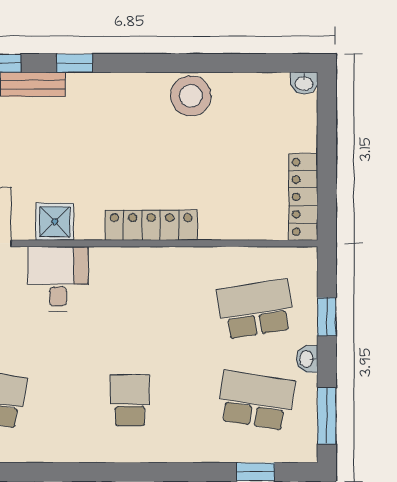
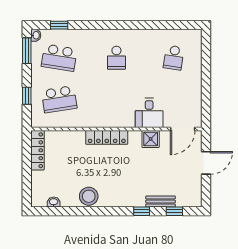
washbasin: (304, 83) -> (54, 202), moved
washbasin: (307, 359) -> (36, 35), moved

